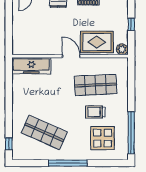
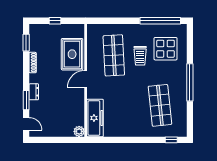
plant: (122, 49) -> (79, 131), moved
shop shelf: (44, 132) -> (160, 105), turned -30

